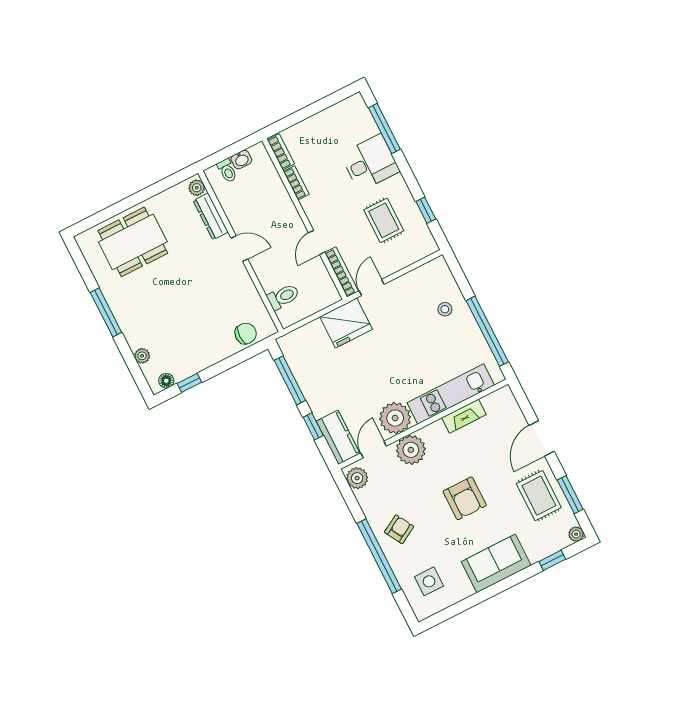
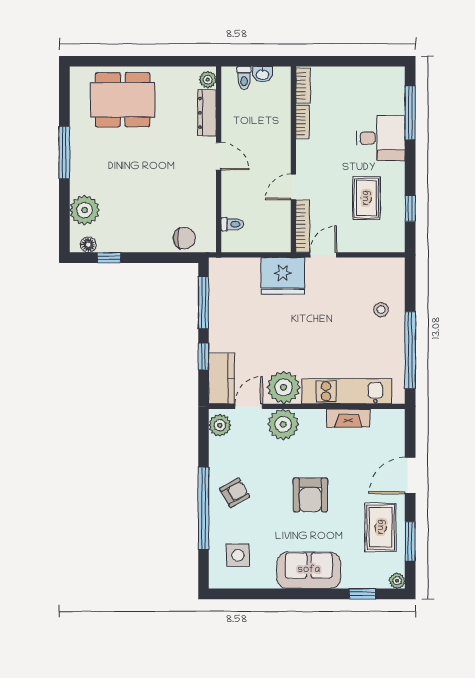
toilet: (283, 297) -> (232, 224), width x0.73, depth x0.72
plant: (142, 356) -> (84, 210), width x1.88, depth x1.88

